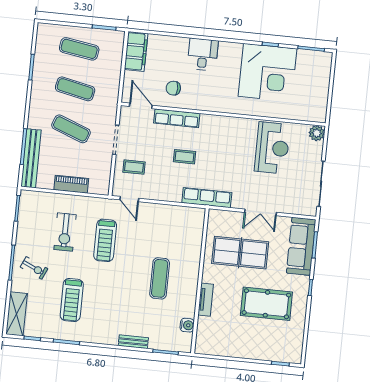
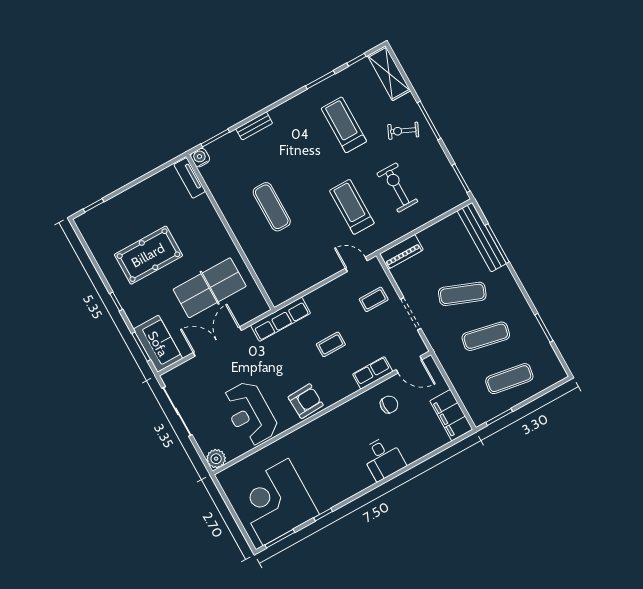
corner desk: (267, 73) -> (276, 502), moved
row of seats: (177, 118) -> (373, 373), width x0.68
armchair: (229, 130) -> (306, 401), added
piano: (71, 184) -> (401, 252), moved
double door: (260, 212) -> (217, 341), width x1.37
sofa: (301, 246) -> (158, 344), width x0.73
tv unit: (206, 300) -> (190, 178), moved
water cooler: (187, 325) -> (200, 158), moved, turned 90

